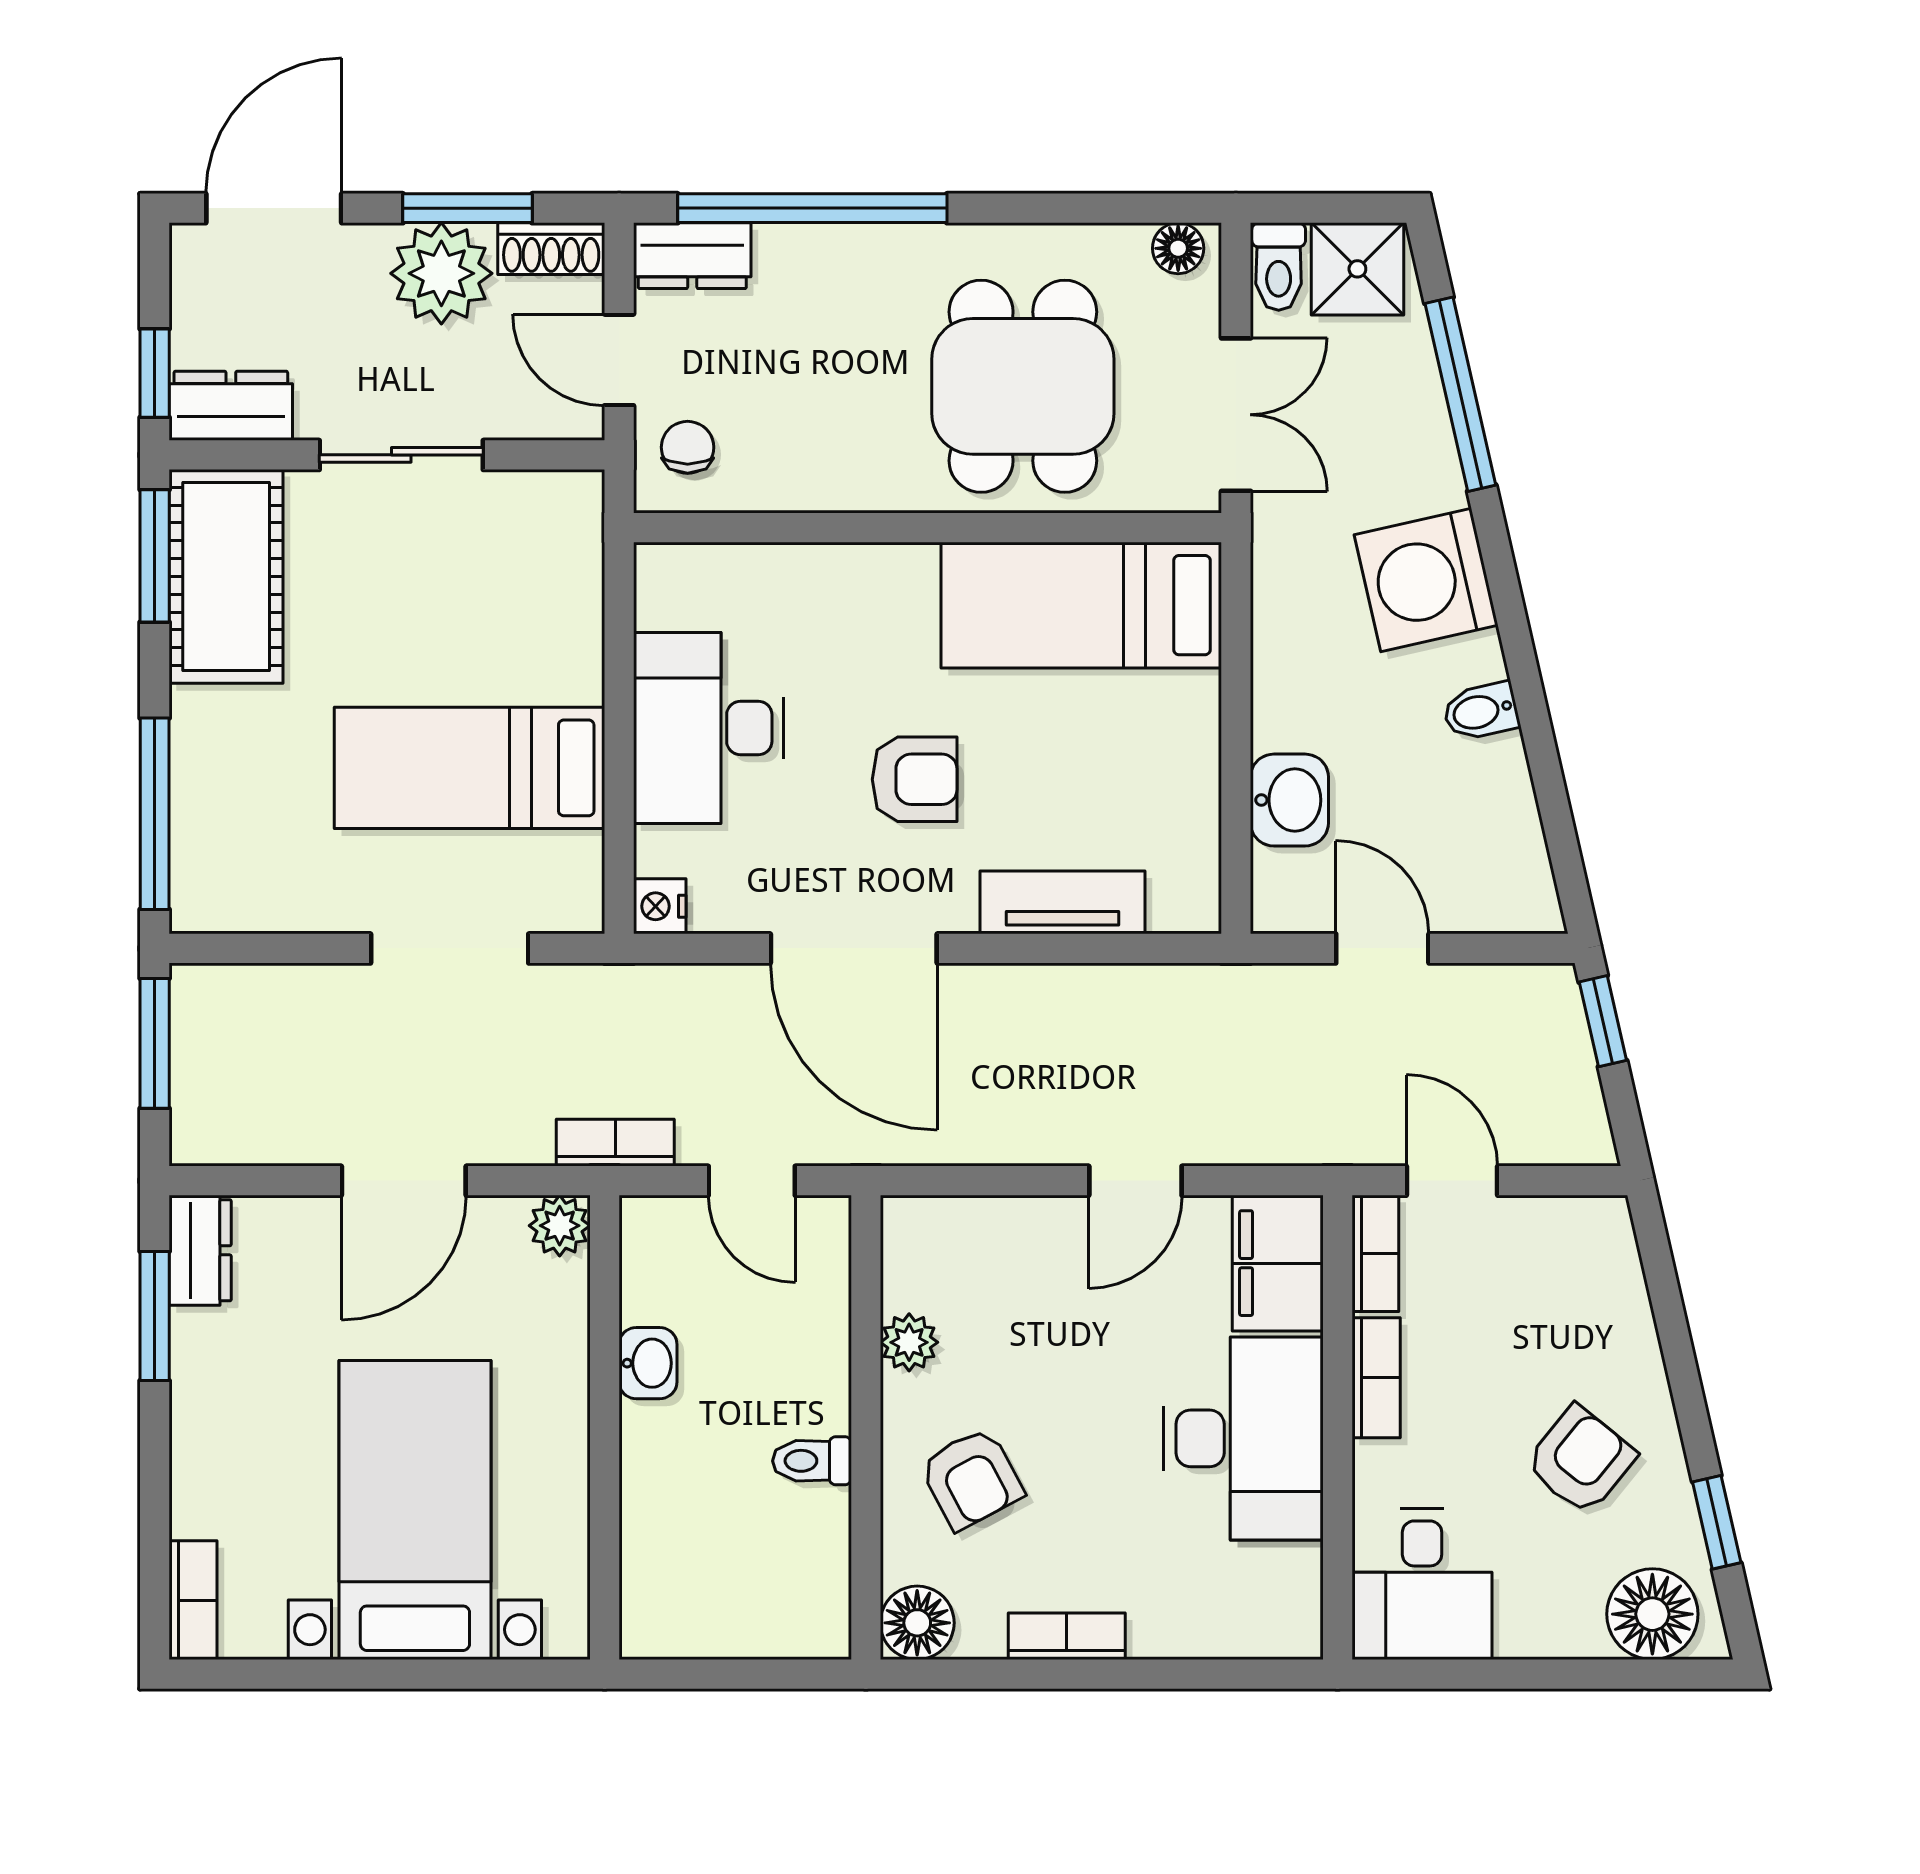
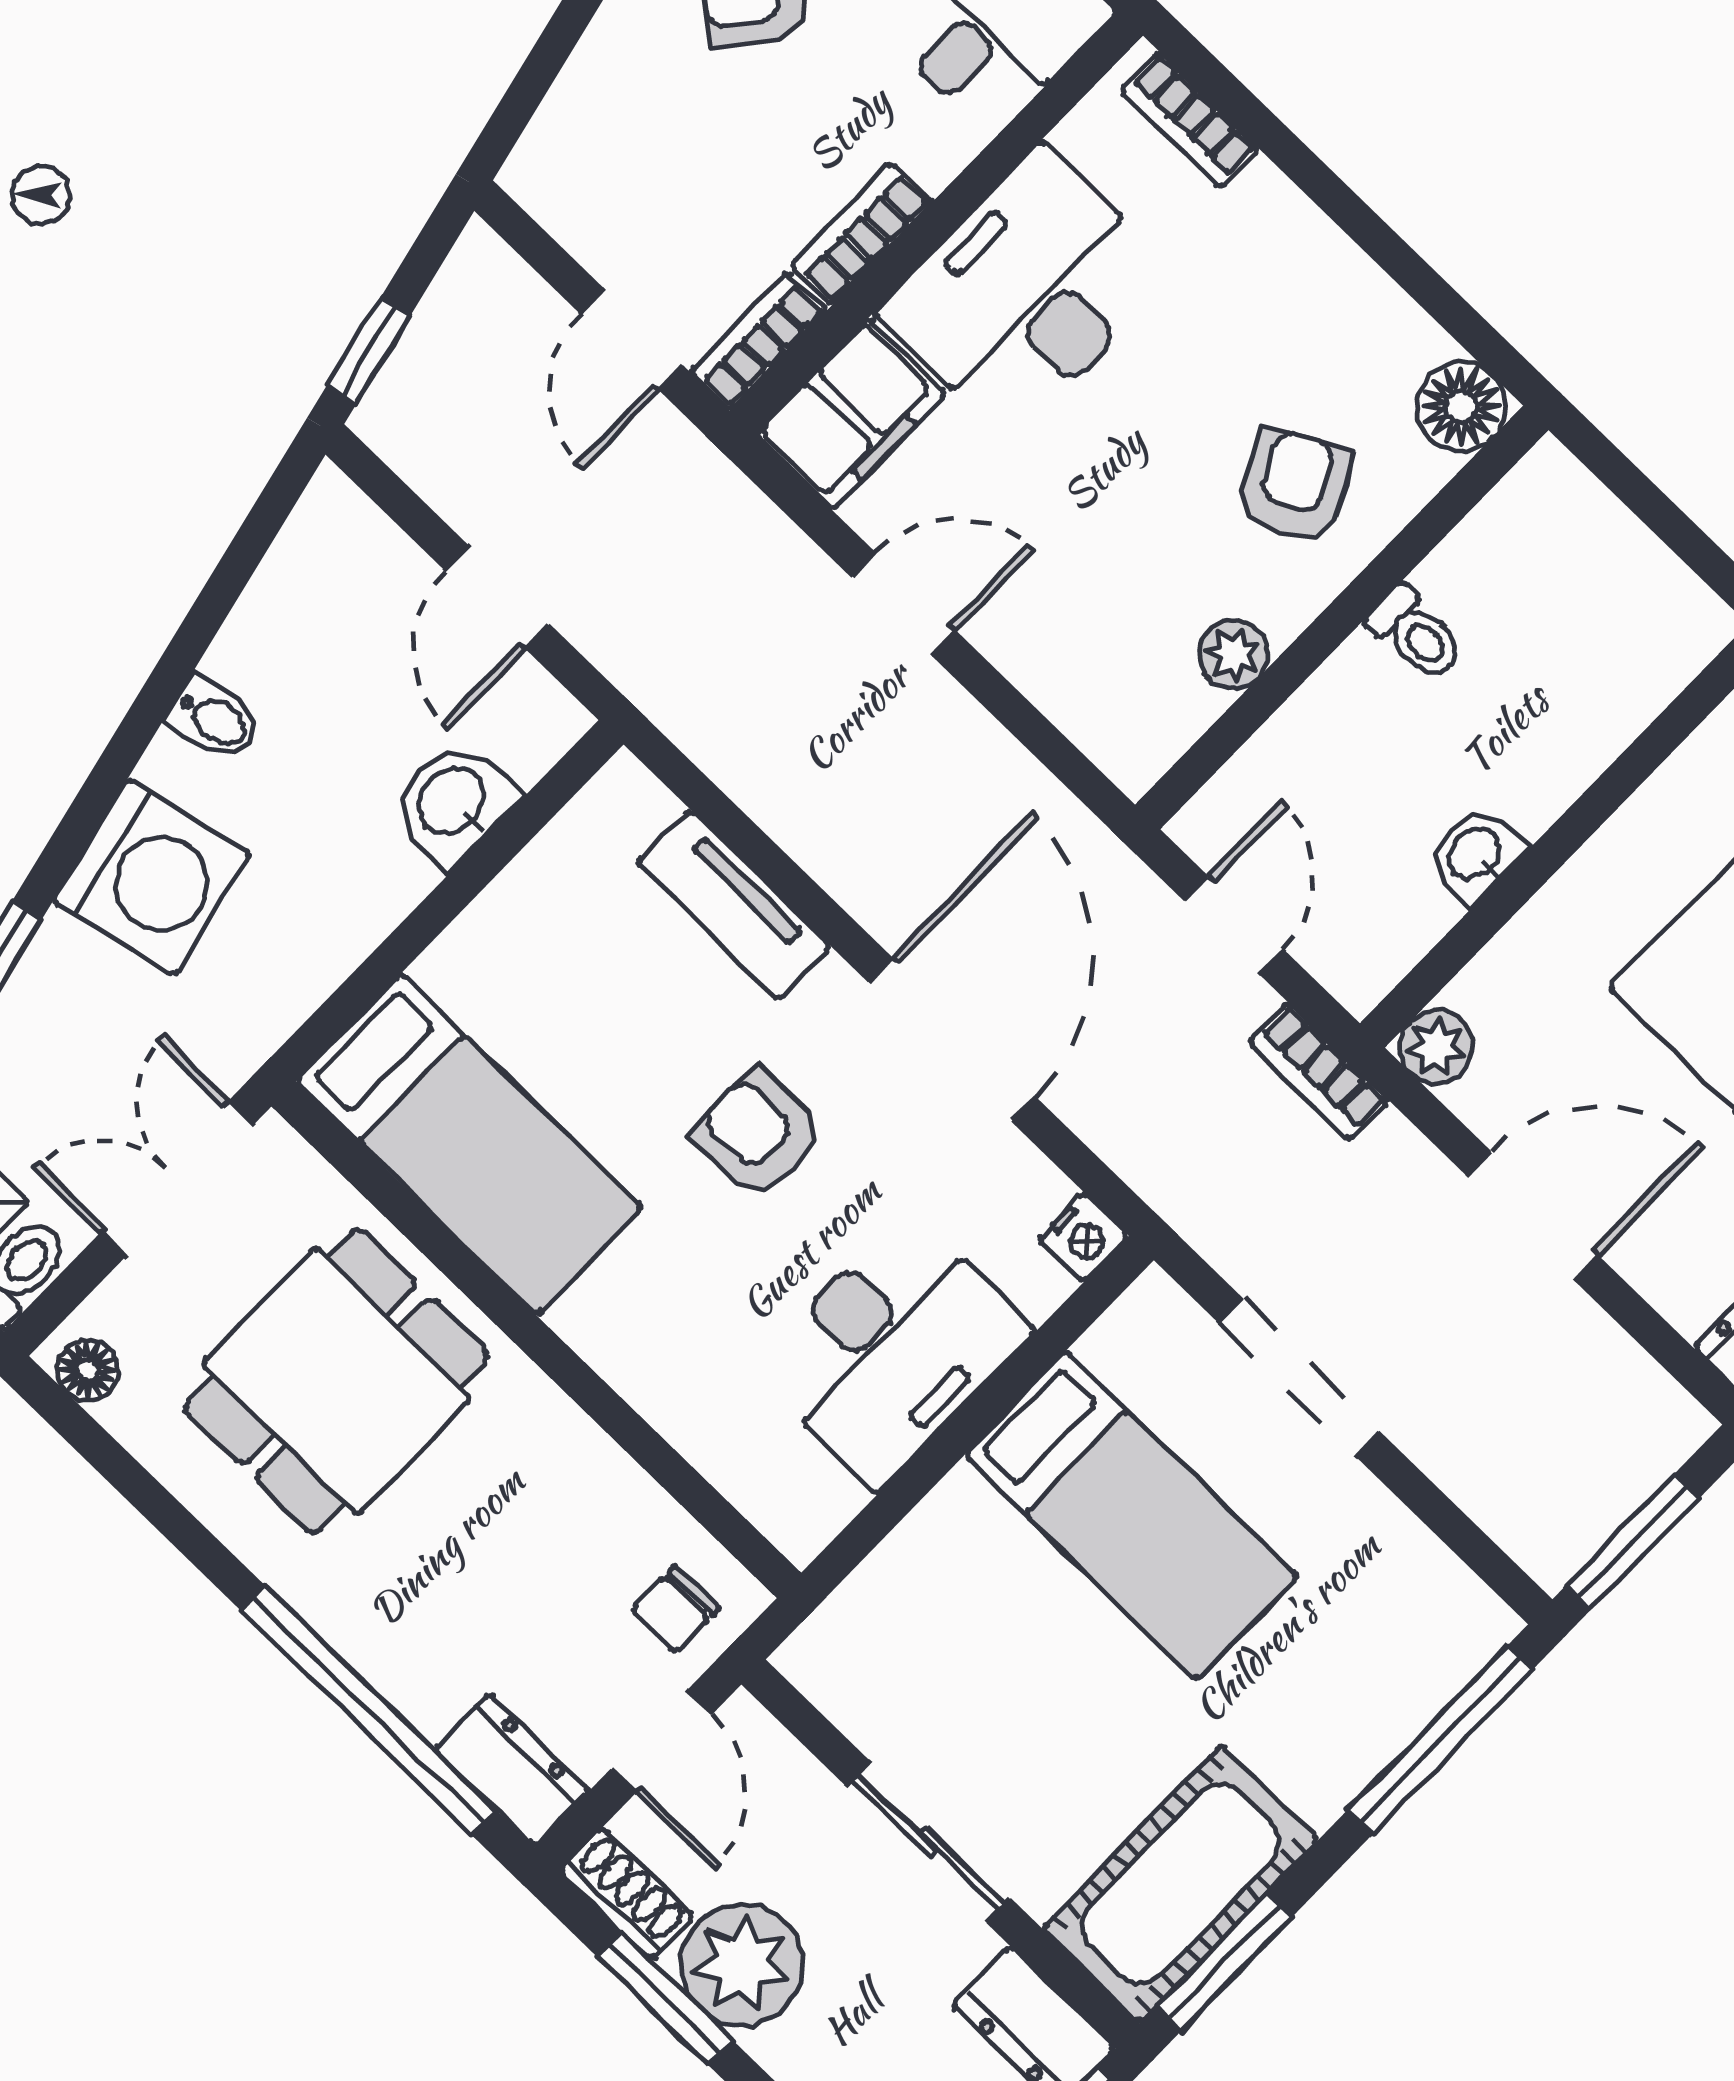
bookcase: (1067, 1636) -> (1189, 120), moved

